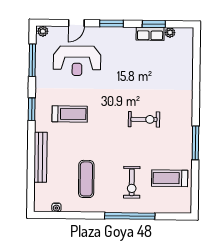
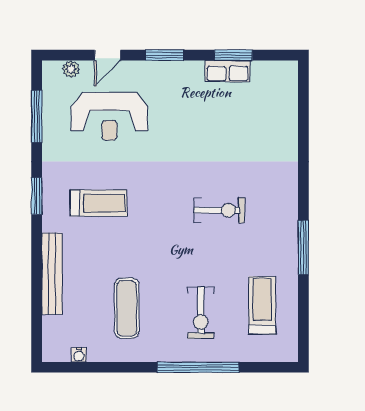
plant: (43, 31) -> (71, 69), moved
plant: (170, 33) -> (260, 69), removed
treadmill: (170, 178) -> (262, 305), turned 90

